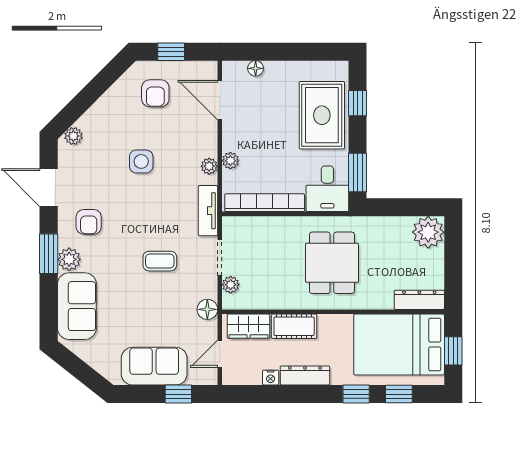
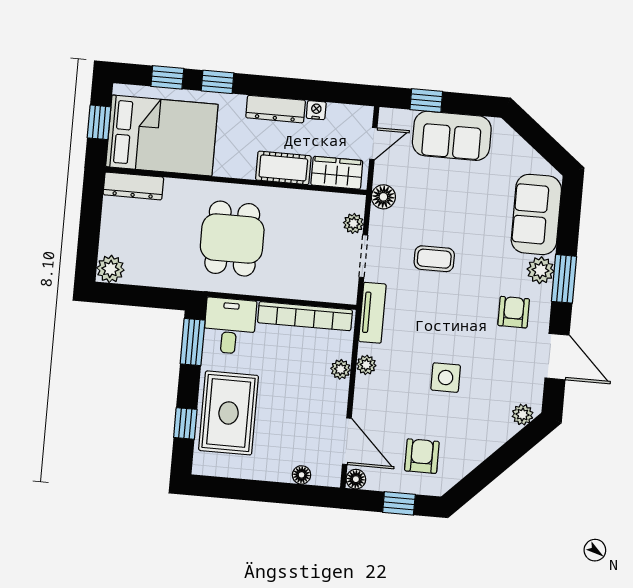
floor lamp: (209, 69) -> (356, 479), added
plant: (428, 232) -> (110, 269), width x0.73, depth x0.73

